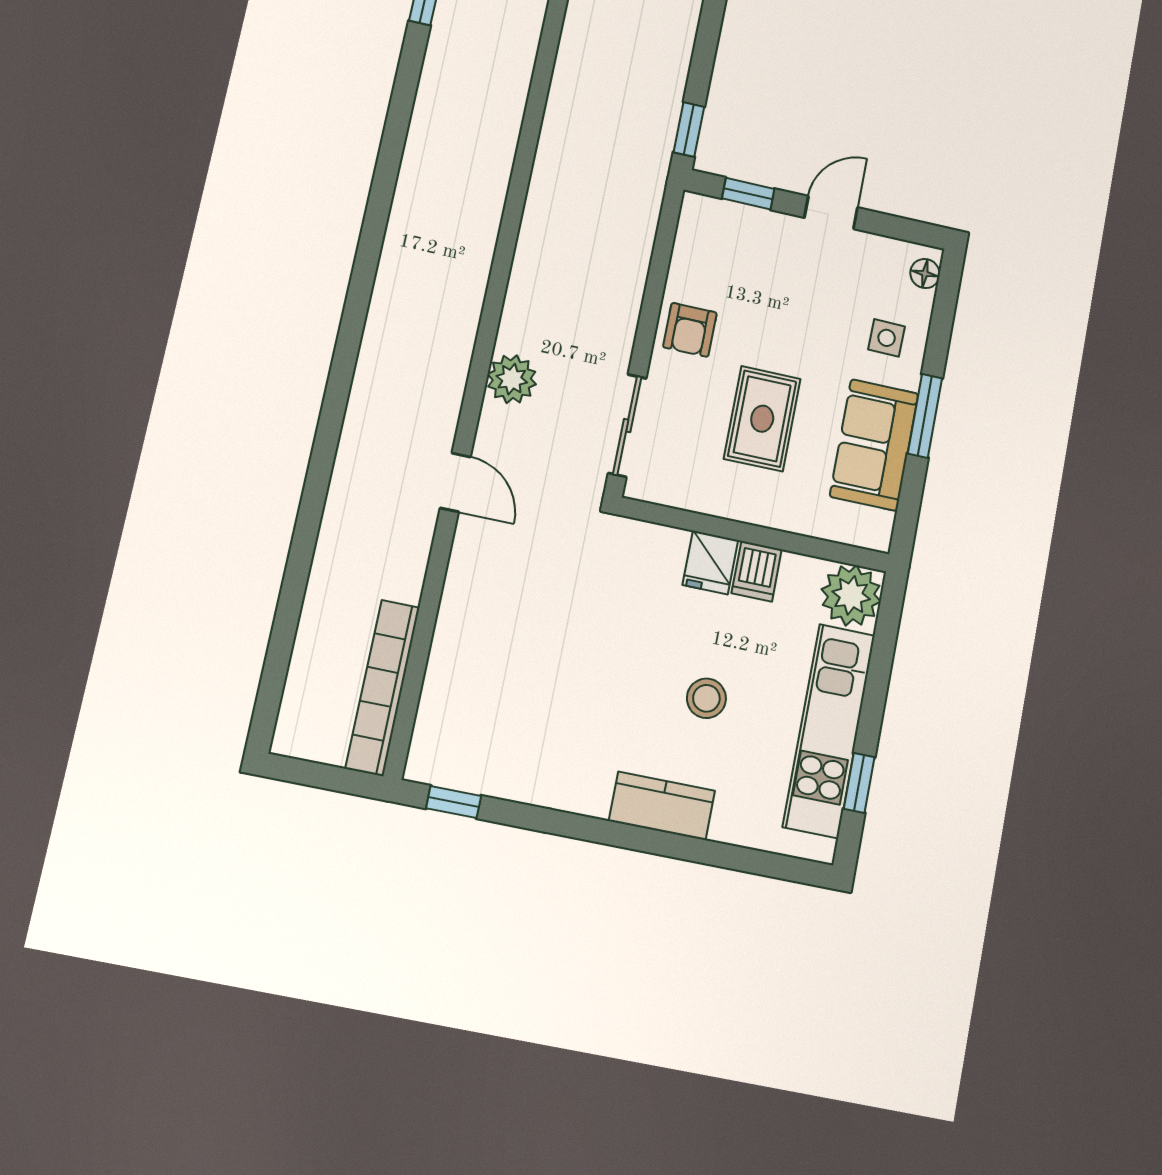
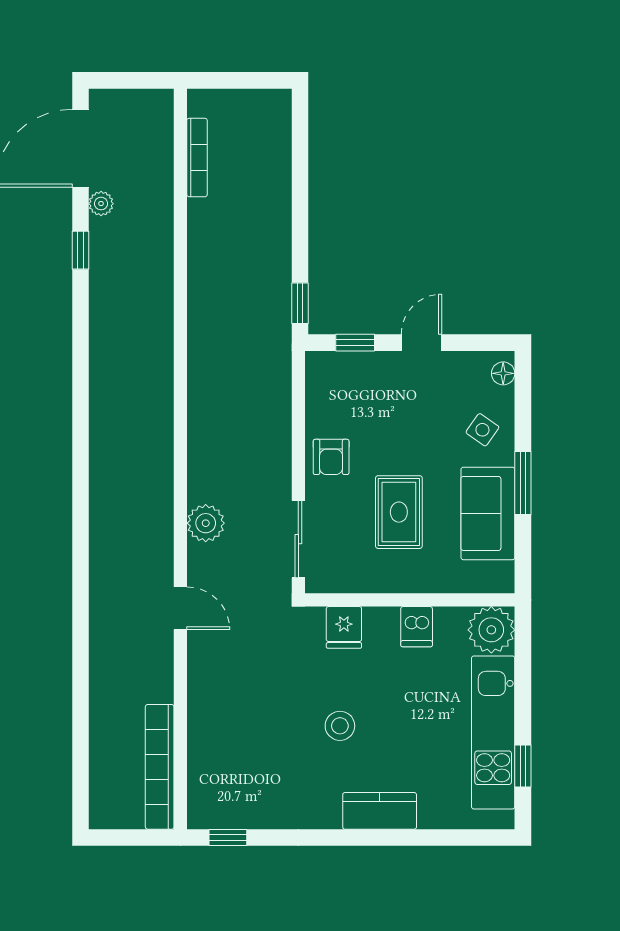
side table: (887, 338) -> (482, 430), turned 34
fridge: (710, 562) -> (344, 627), moved
stool: (706, 698) -> (340, 726), moved

